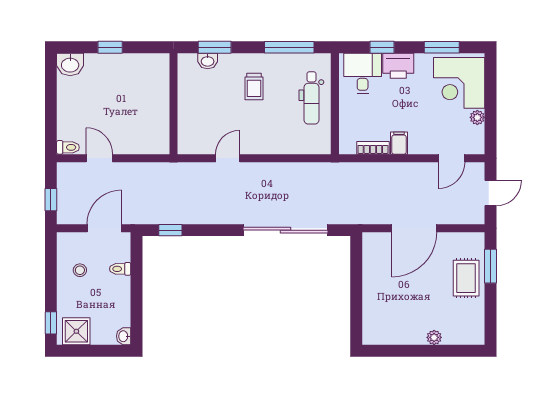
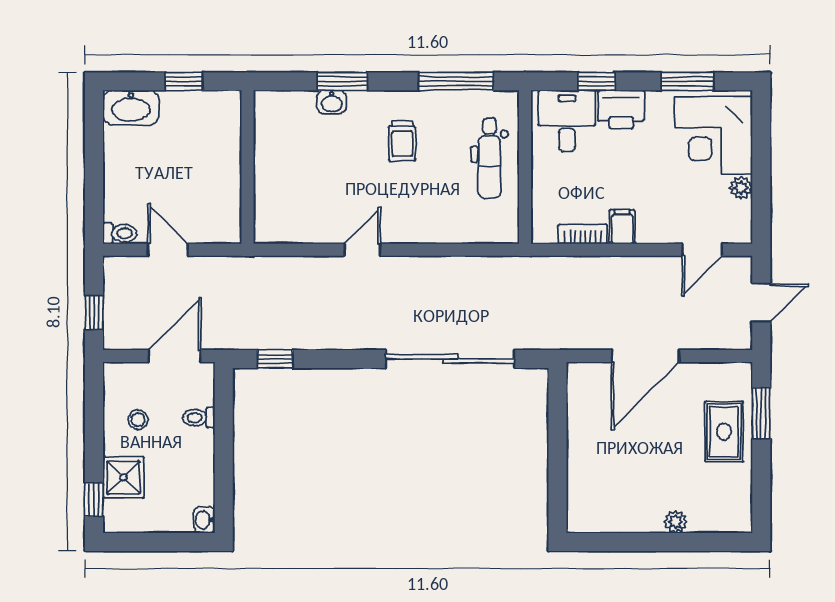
washbasin: (70, 64) -> (131, 107), width x1.38
wall: (173, 104) -> (247, 167), moved
shower: (76, 331) -> (123, 477), moved

